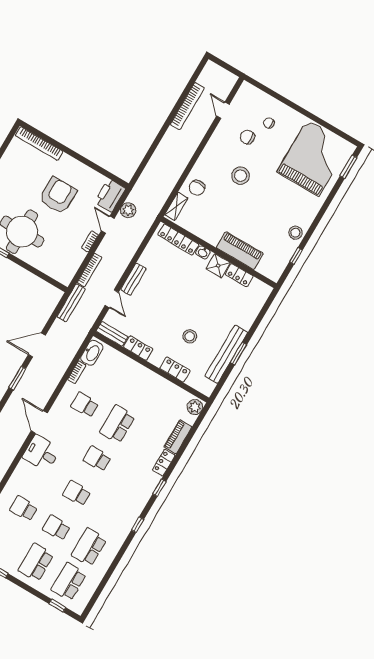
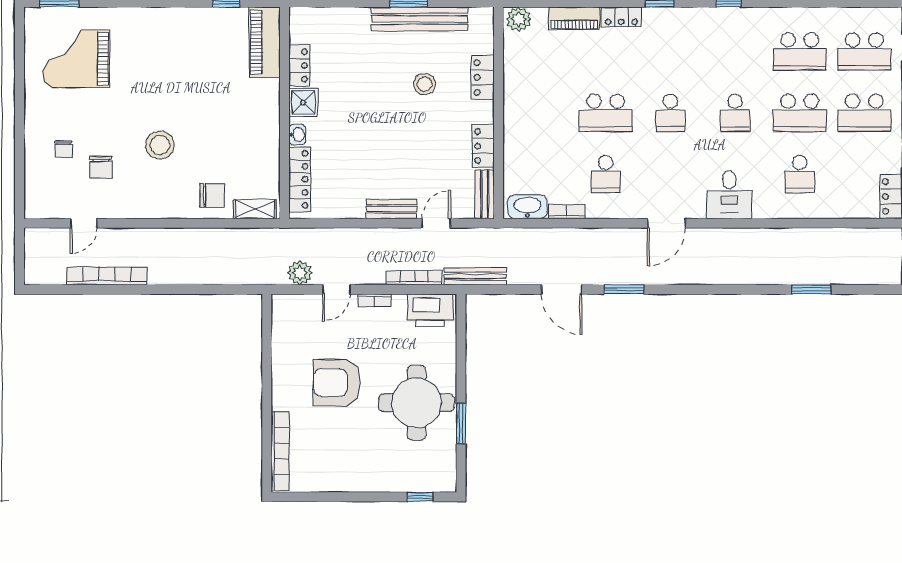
grand piano: (313, 158) -> (76, 59), width x0.73, depth x0.68
printer: (110, 195) -> (430, 310), moved
stool: (295, 233) -> (194, 22), removed
piano: (240, 251) -> (265, 42), moved
desk: (41, 453) -> (729, 195), moved
school desk: (56, 528) -> (800, 113), width x1.85

